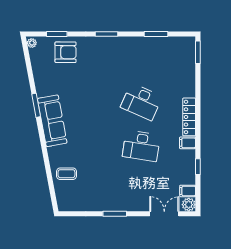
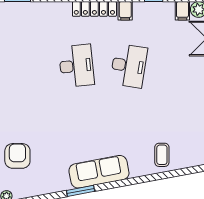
desk: (141, 102) -> (76, 66), turned -30

